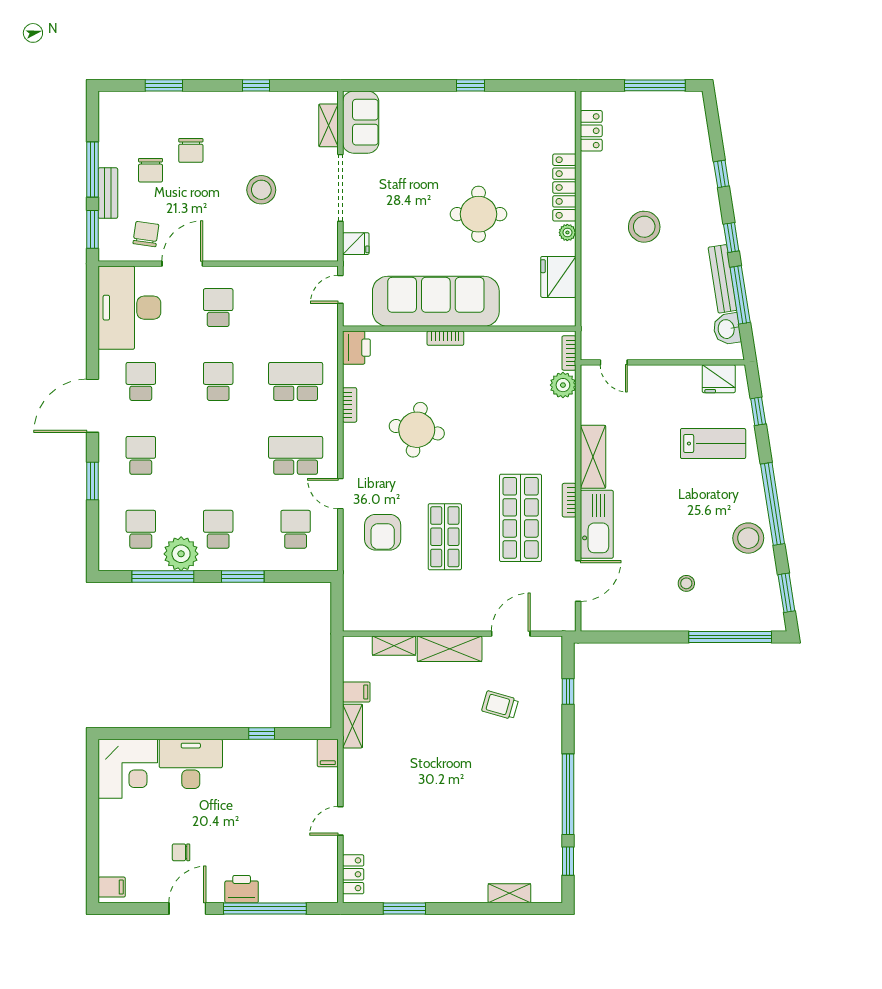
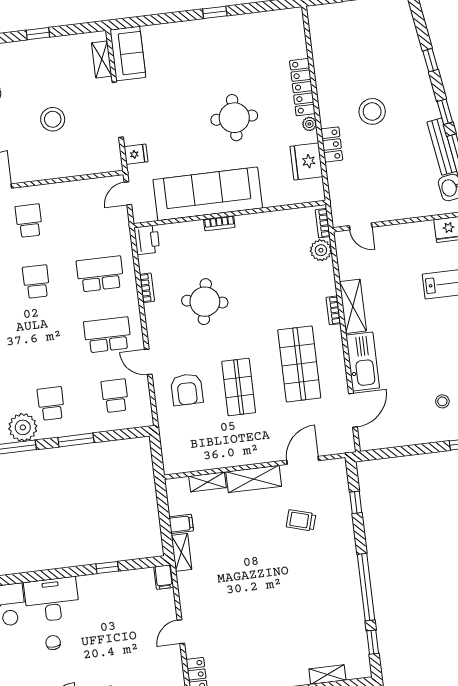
locker: (591, 131) -> (332, 145), moved
bookcase: (569, 500) -> (333, 310), moved
chair: (181, 852) -> (53, 643), moved, turned 88

